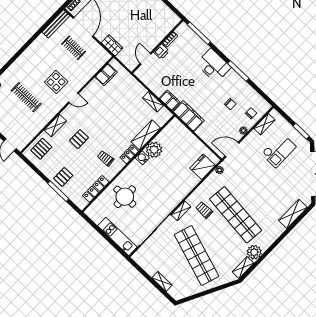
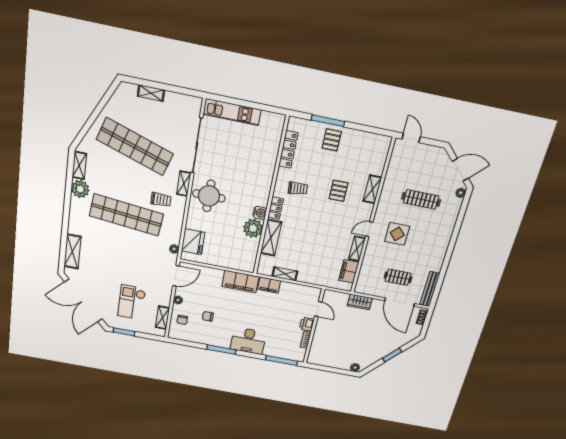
shelving: (90, 89) -> (357, 249), added
pallet: (41, 149) -> (374, 156), removed
round table: (125, 197) -> (209, 196), moved

